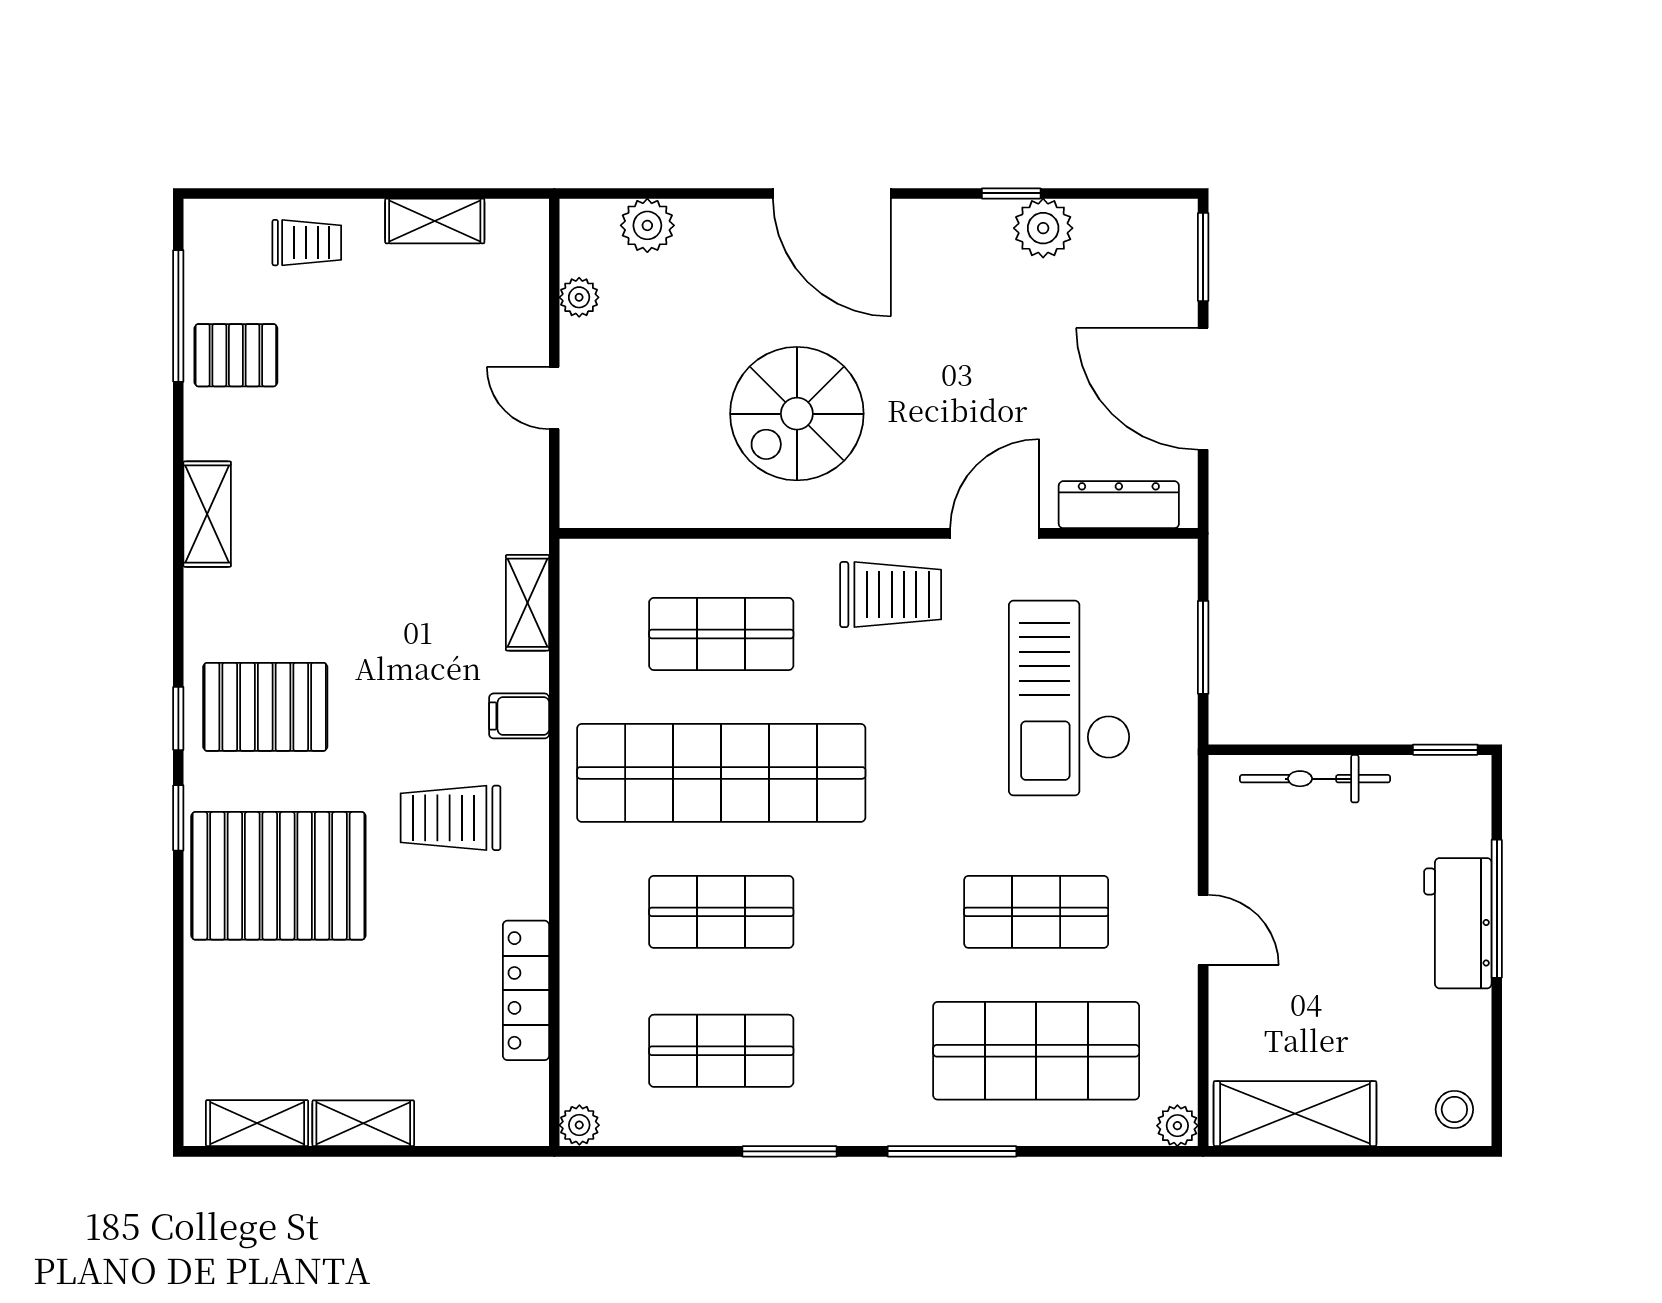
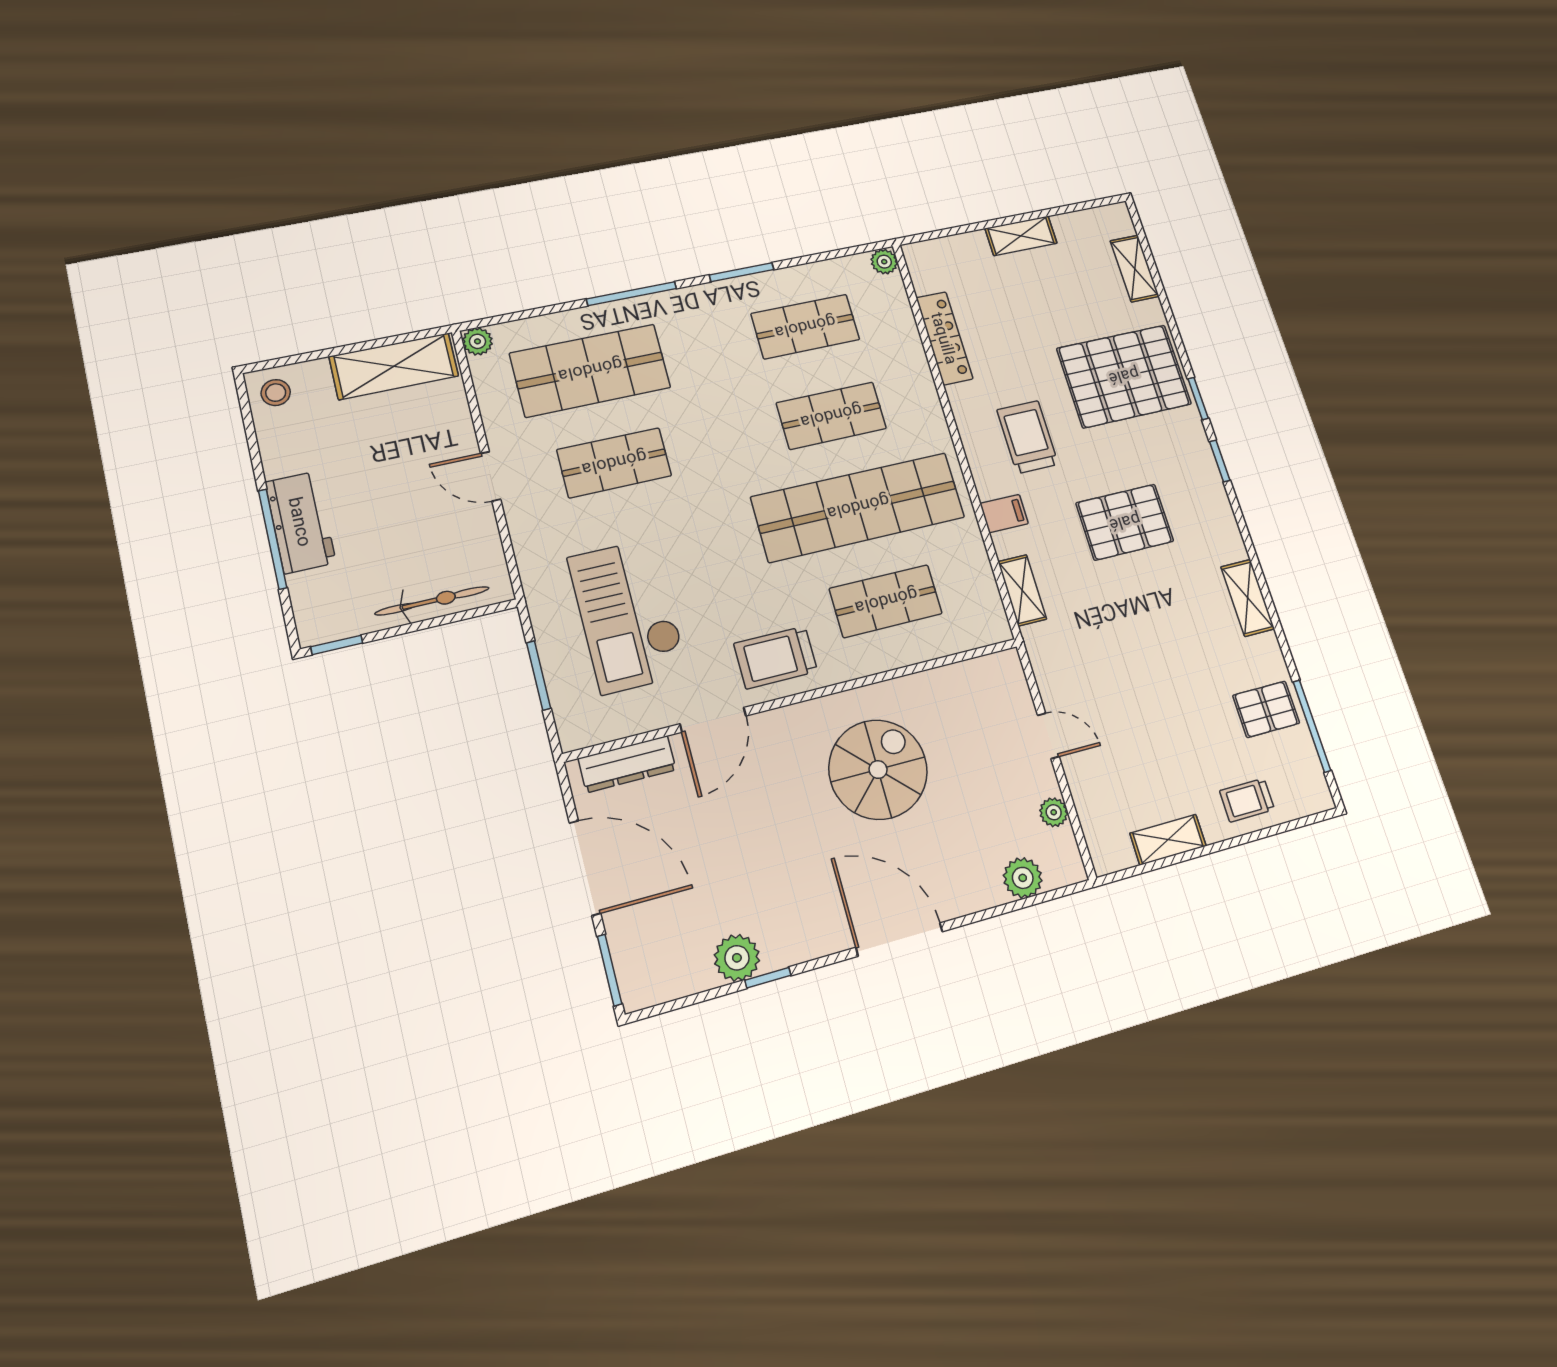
checkout: (1070, 698) -> (628, 616), turned 180
pallet: (265, 707) -> (1125, 522), moved
trolley: (451, 818) -> (1028, 437), turned -90
shelving: (257, 1123) -> (1135, 268), moved, turned 90

